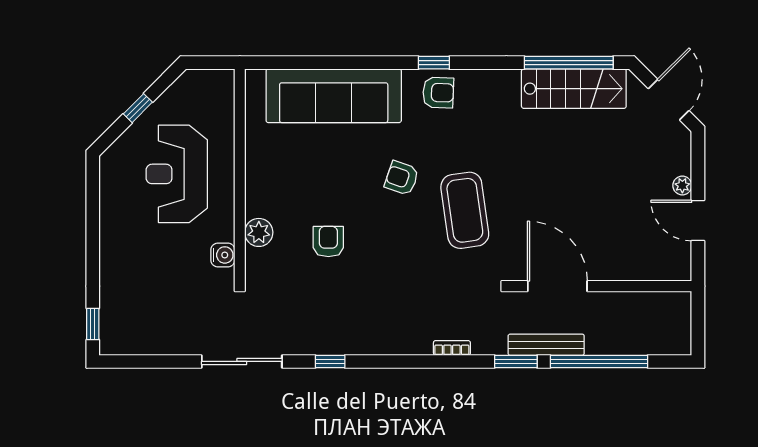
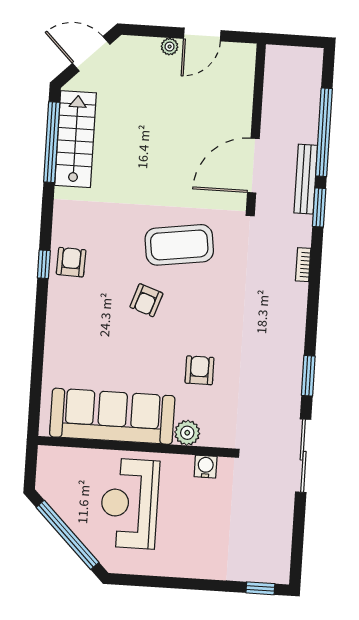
sofa: (334, 96) -> (112, 416), moved, turned -90
window: (138, 108) -> (68, 535), width x3.17
reception desk: (177, 174) -> (130, 503), turned 90
armchair: (328, 241) -> (200, 370), turned 90
window: (330, 361) -> (308, 376), width x1.50

